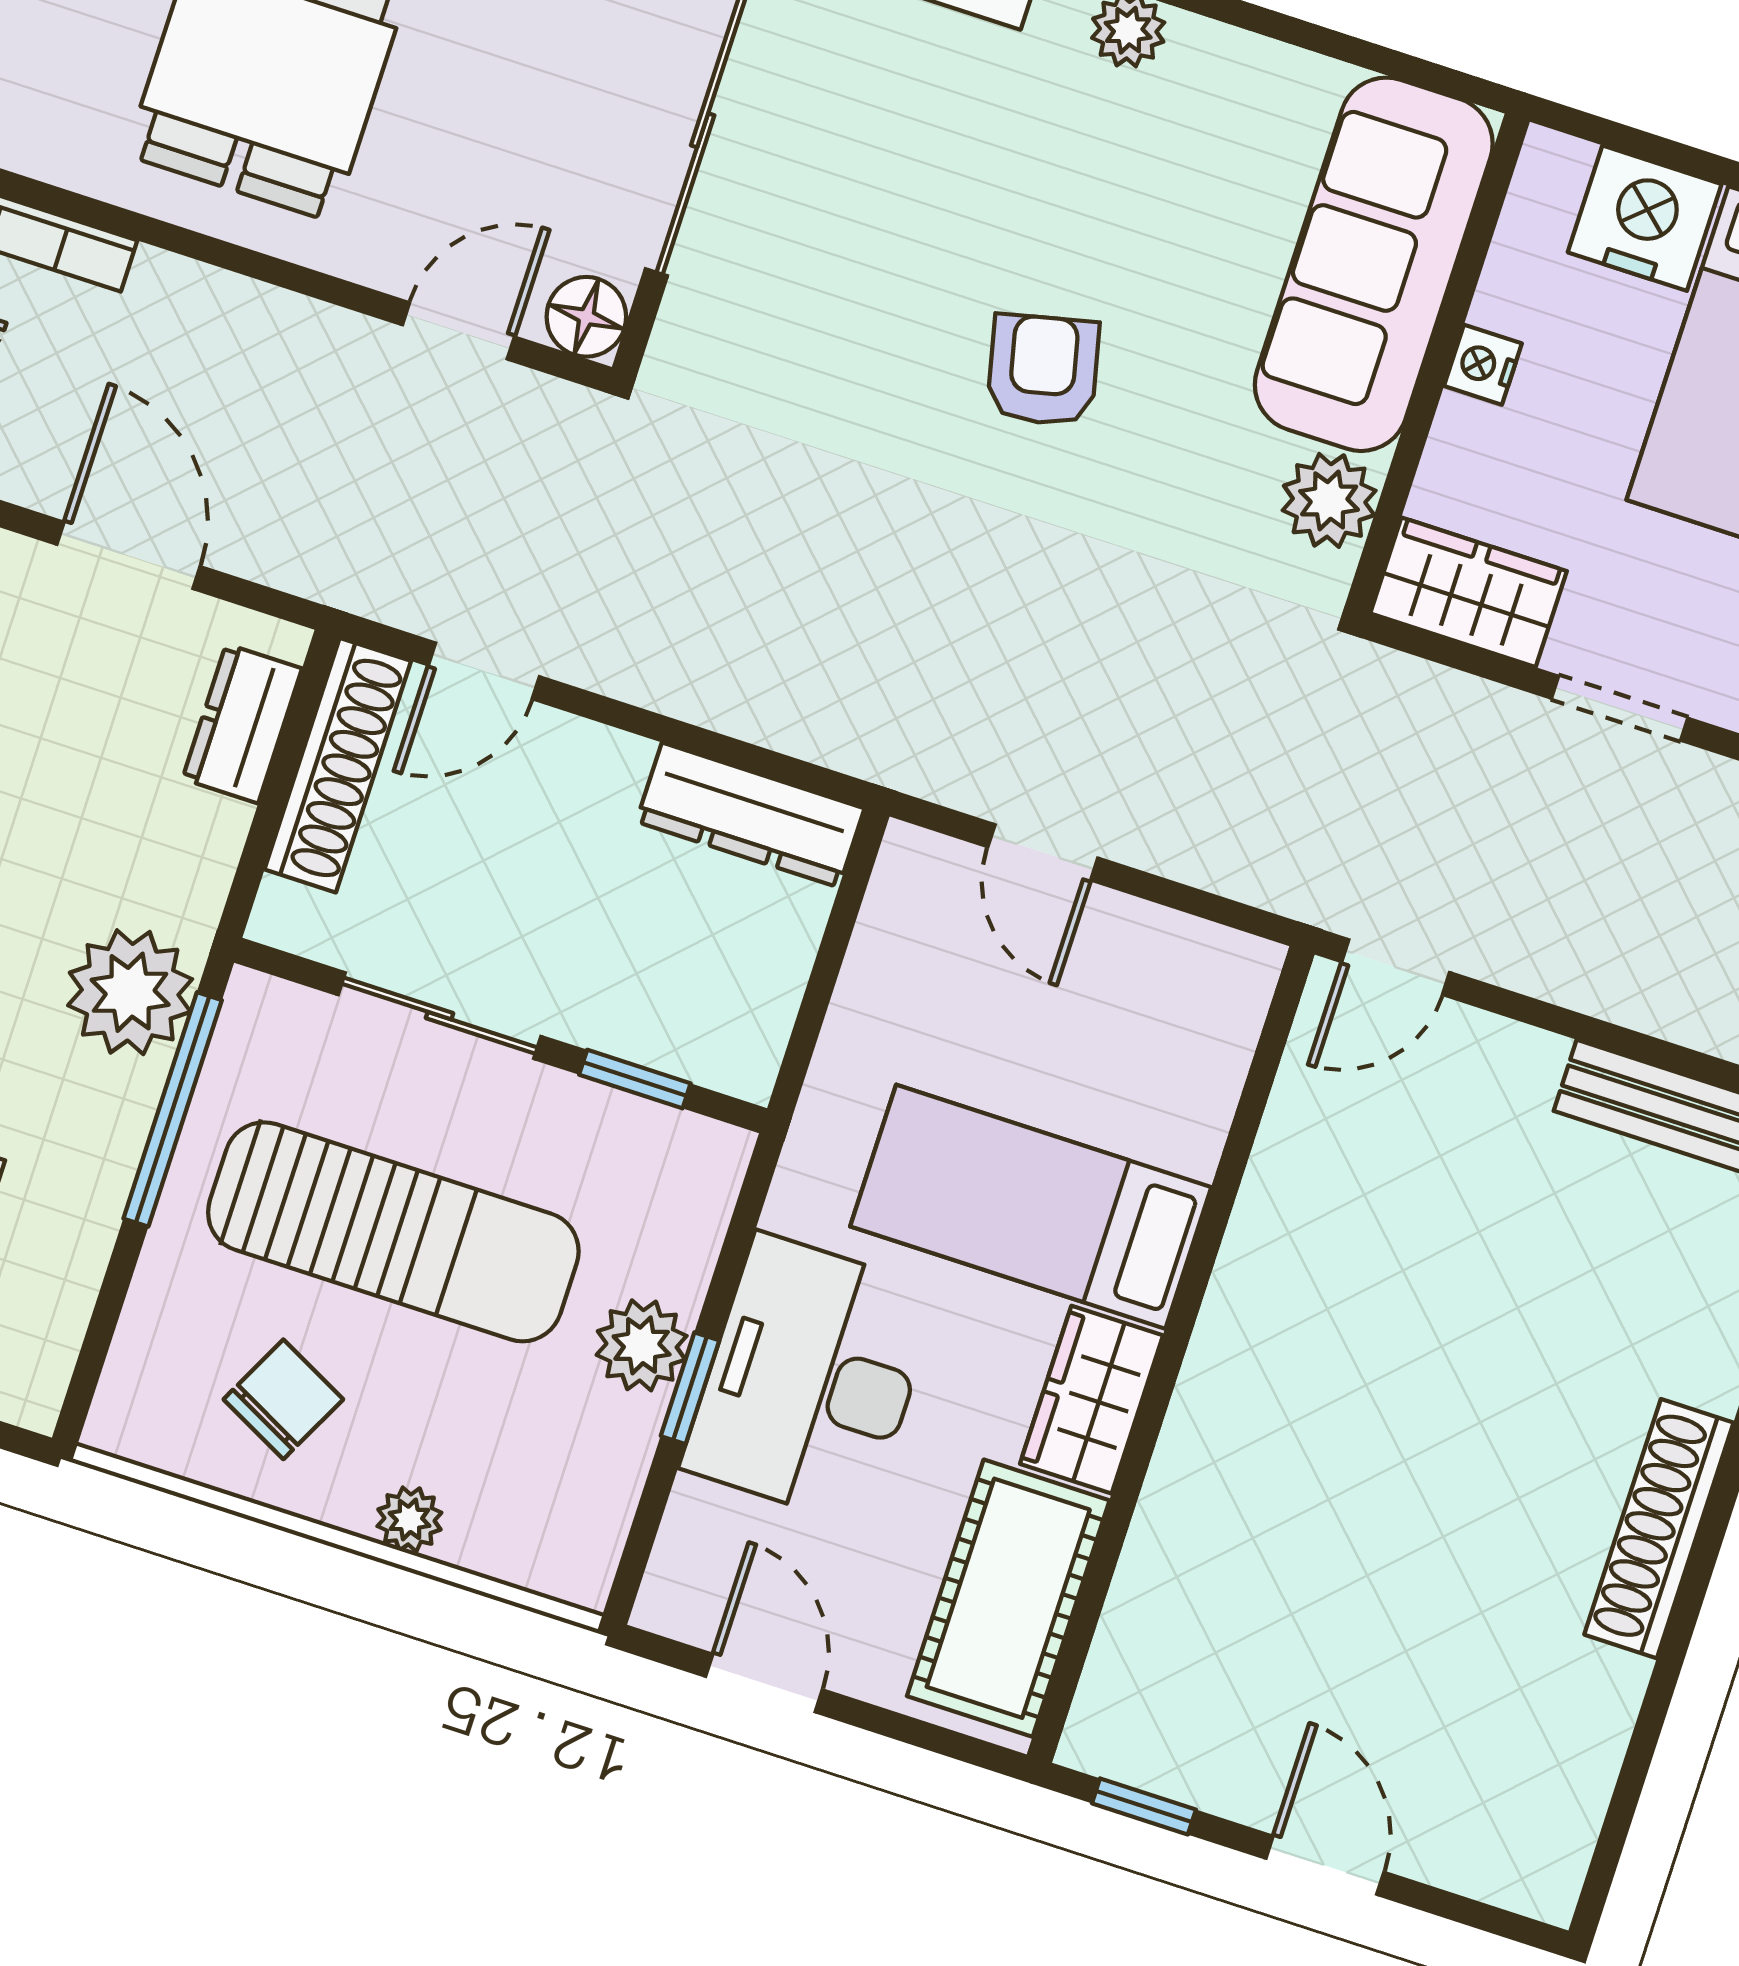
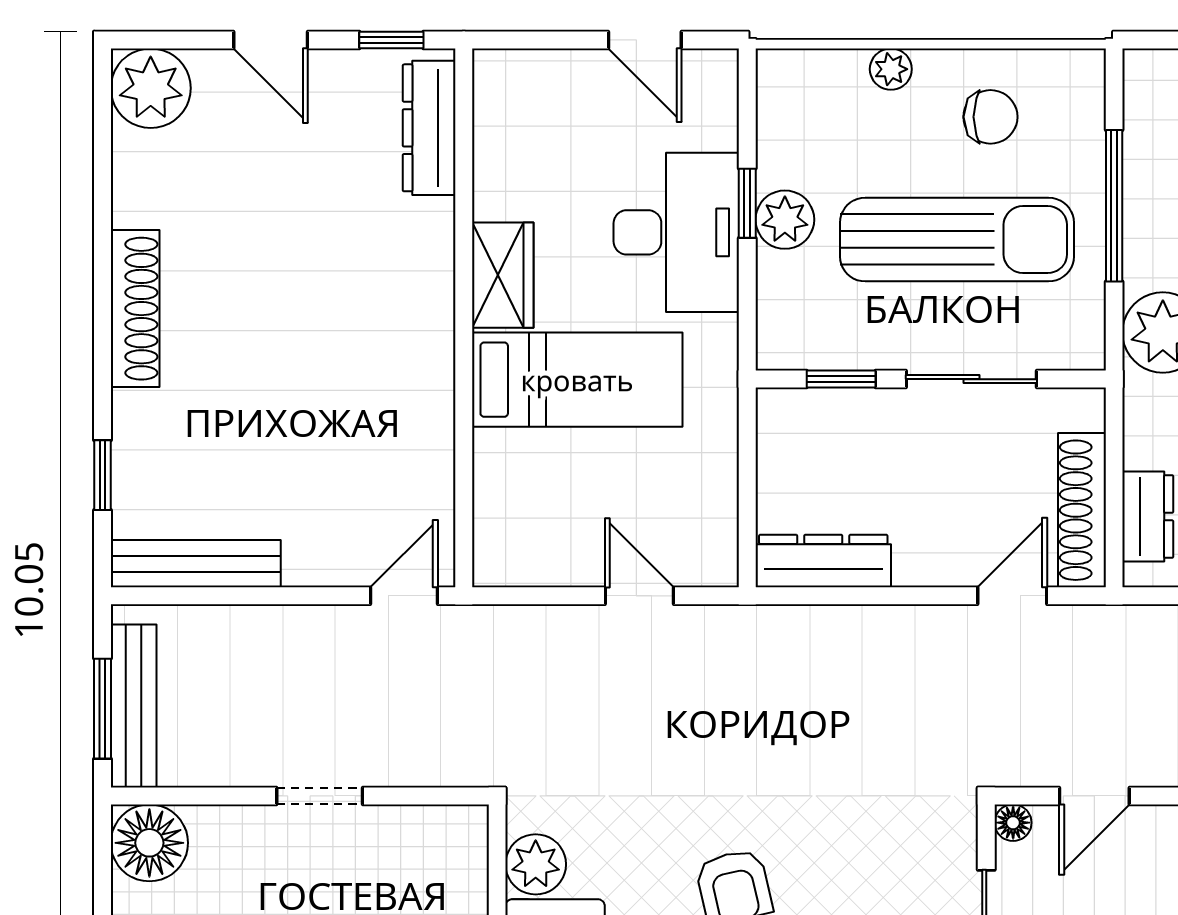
floor lamp: (586, 317) -> (1013, 823), width x0.73, depth x0.73
wardrobe: (1468, 592) -> (434, 836), removed
window: (173, 1109) -> (1114, 206), moved
sun lounger: (393, 1232) -> (957, 240), turned 180
chair: (283, 1399) -> (990, 117), turned -117
cot: (1008, 1598) -> (514, 139), removed
dresser: (1130, 1656) -> (429, 128), added
plant: (1528, 1851) -> (151, 88), added

